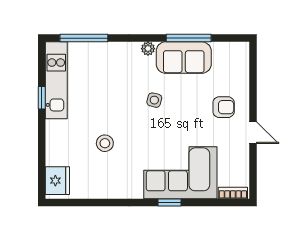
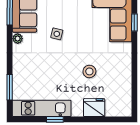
window: (84, 38) -> (10, 87), width x0.69
fridge: (57, 181) -> (94, 108), moved

